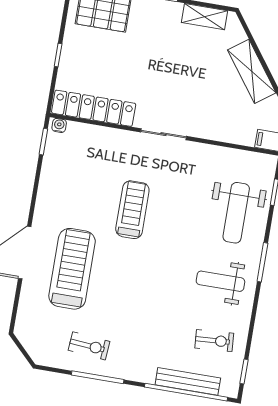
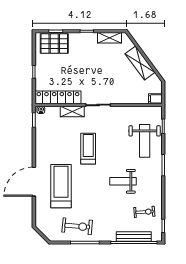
shelving: (115, 138) -> (72, 111), added
weight bench: (220, 281) -> (123, 181), moved
exercise bike: (89, 346) -> (77, 226), width x1.38, depth x1.39

